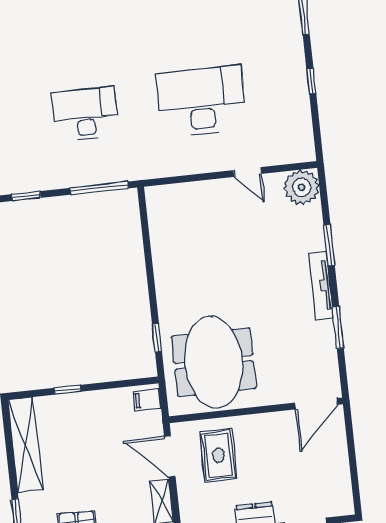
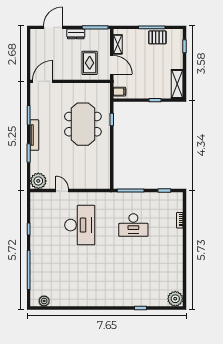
desk: (201, 101) -> (80, 225), turned -90
meeting table: (214, 362) -> (83, 124), moved
shelving: (25, 445) -> (177, 84), width x0.68

